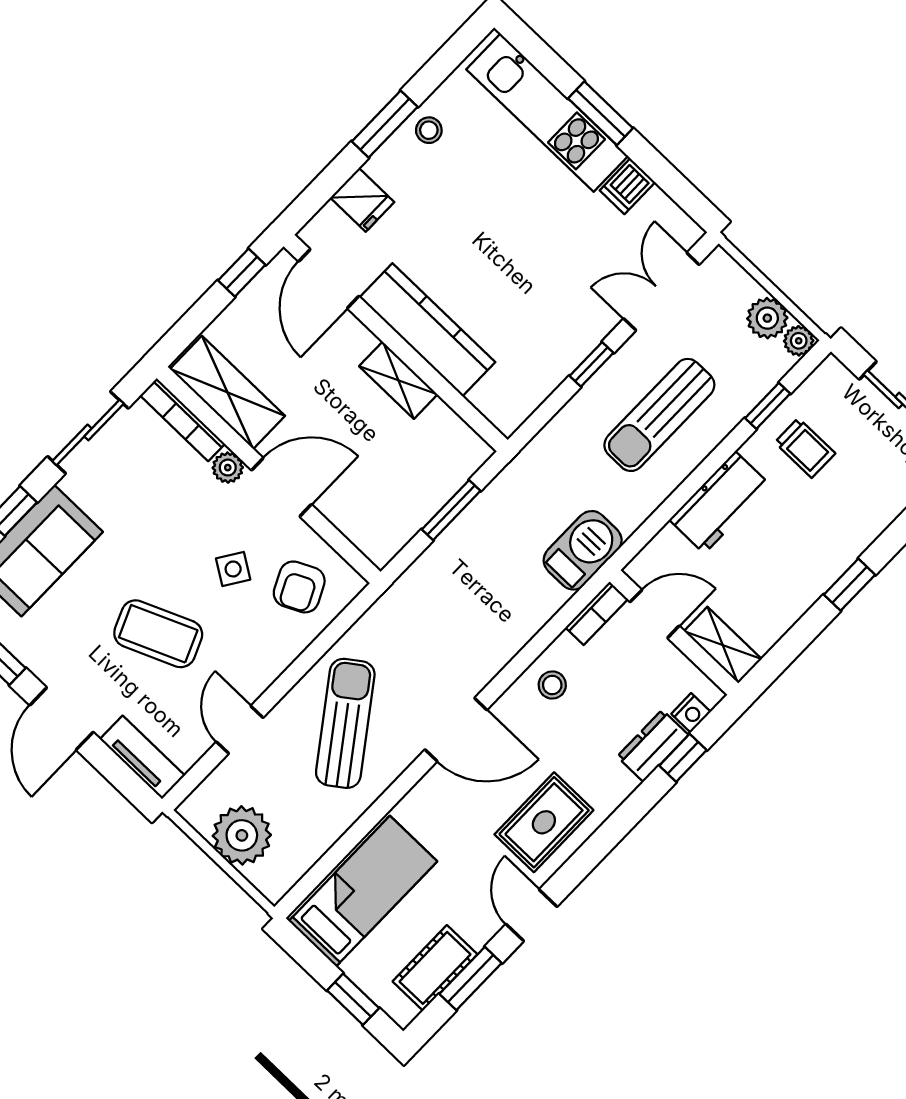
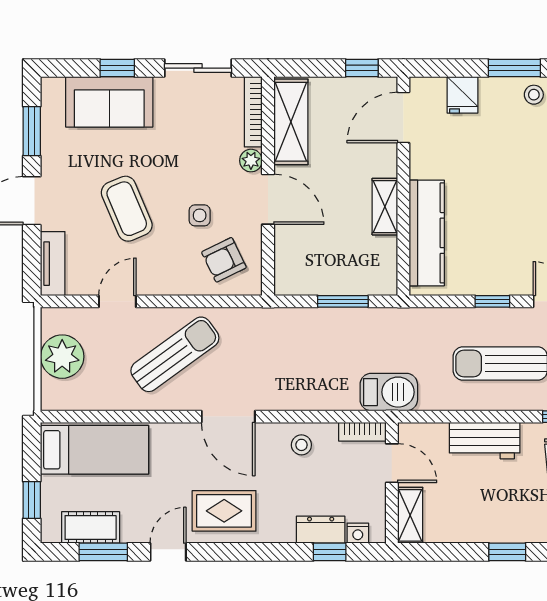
kitchen counter: (427, 330) -> (427, 233), moved
side table: (233, 569) -> (200, 215), turned -33

